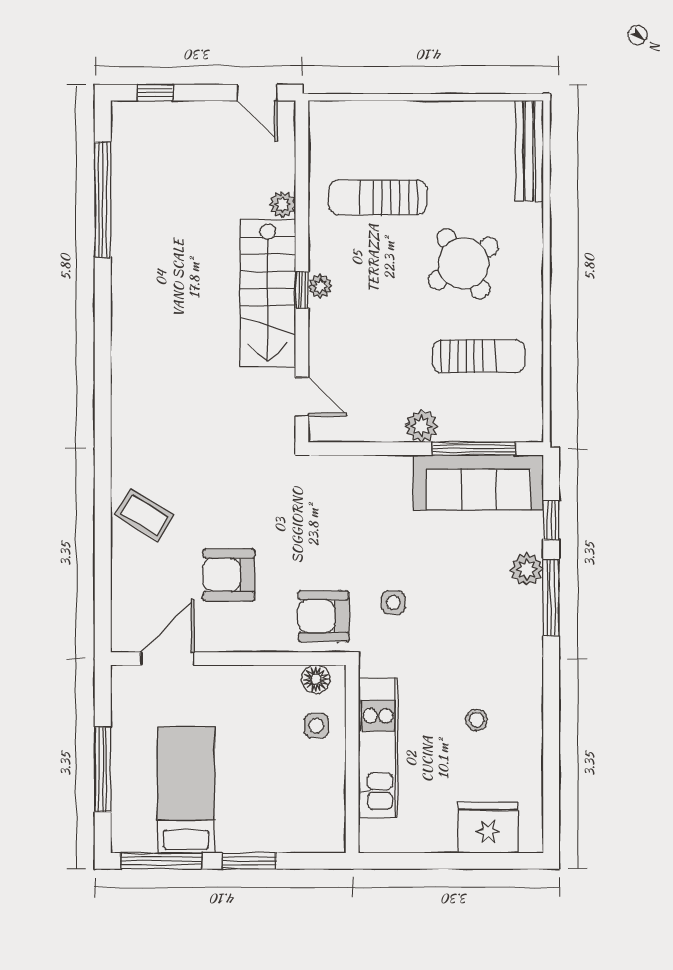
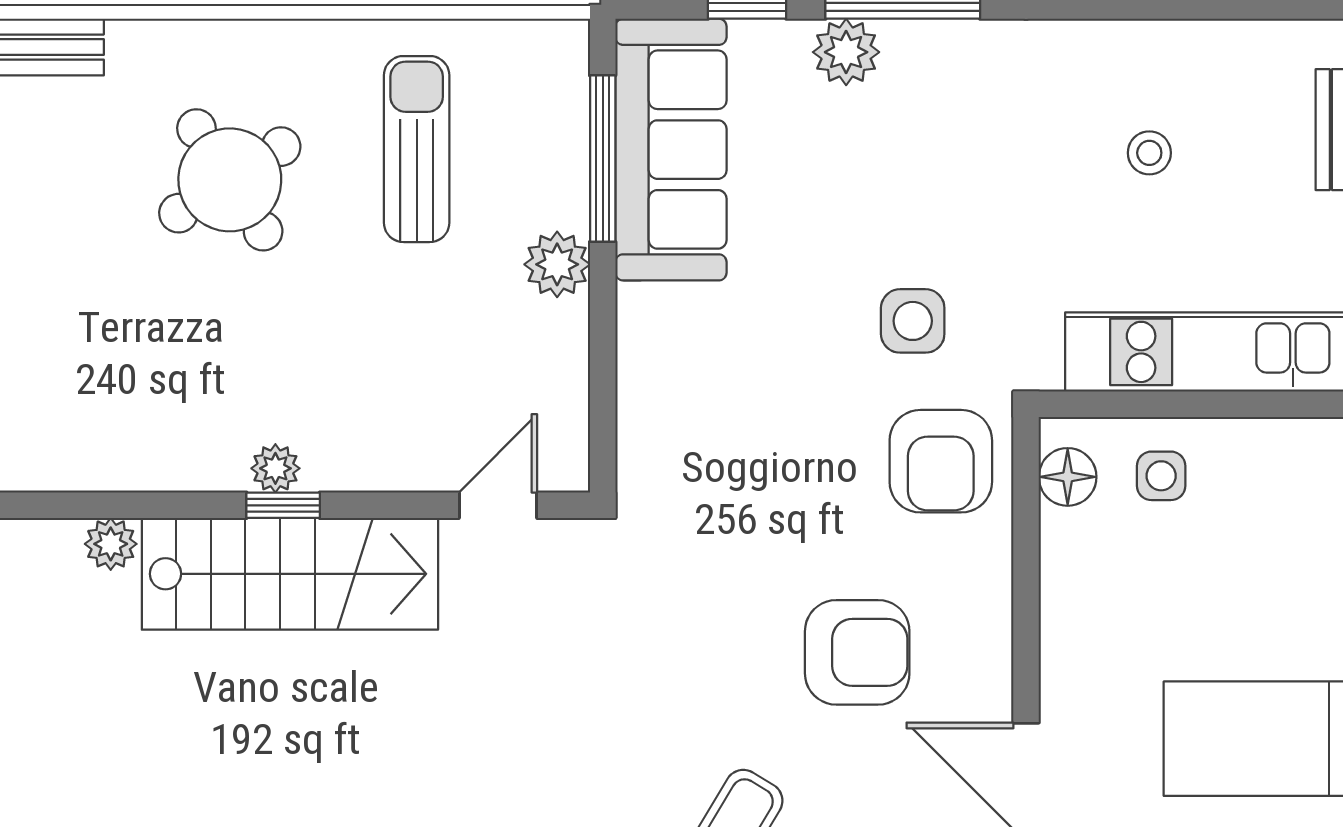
sun lounger: (378, 197) -> (97, 352), removed
armchair: (229, 575) -> (857, 652), turned -90
side table: (393, 602) -> (913, 321), width x1.37, depth x1.37

